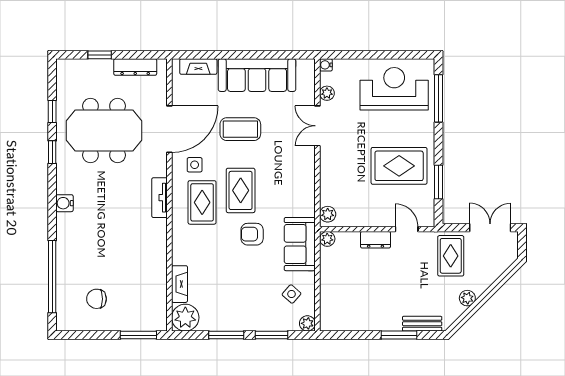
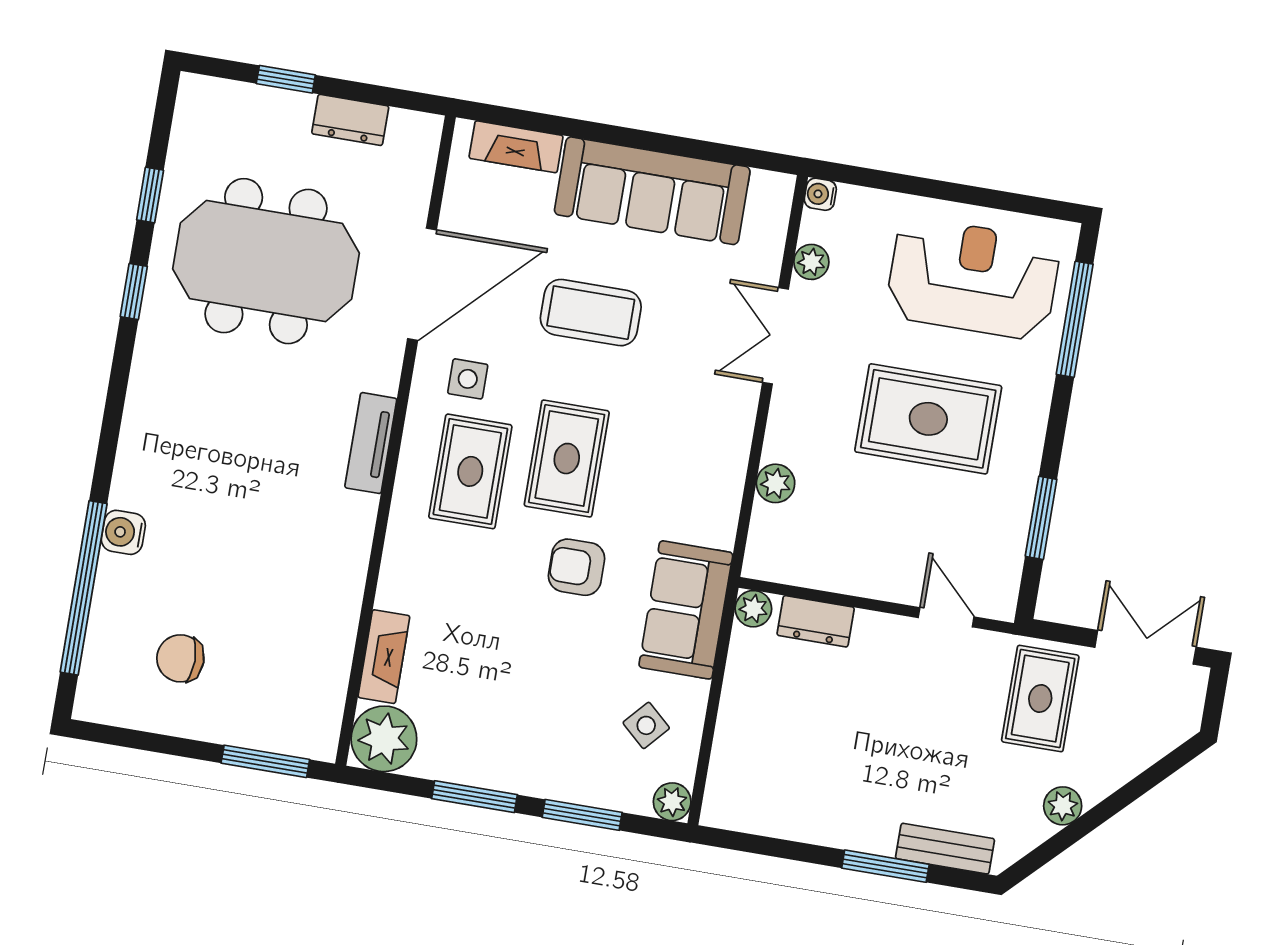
dresser: (135, 67) -> (350, 120), width x0.70
rug: (399, 166) -> (928, 419), moved
water cooler: (64, 203) -> (123, 532), moved
plant: (328, 214) -> (776, 483), moved
dresser: (376, 240) -> (816, 621), moved

